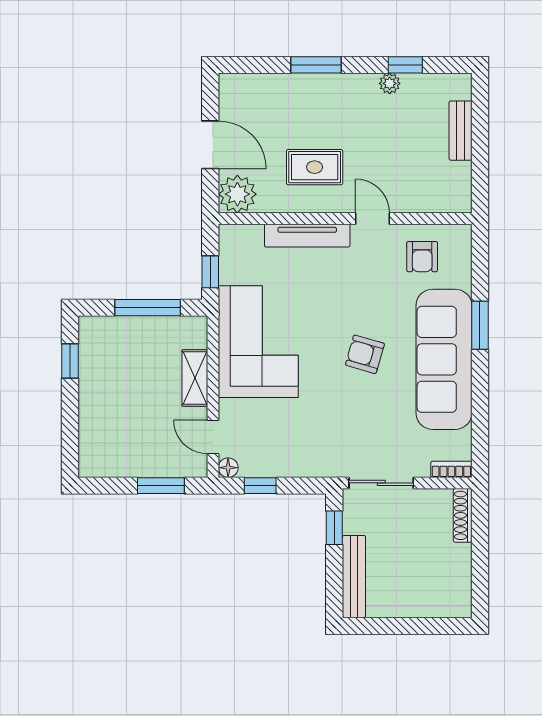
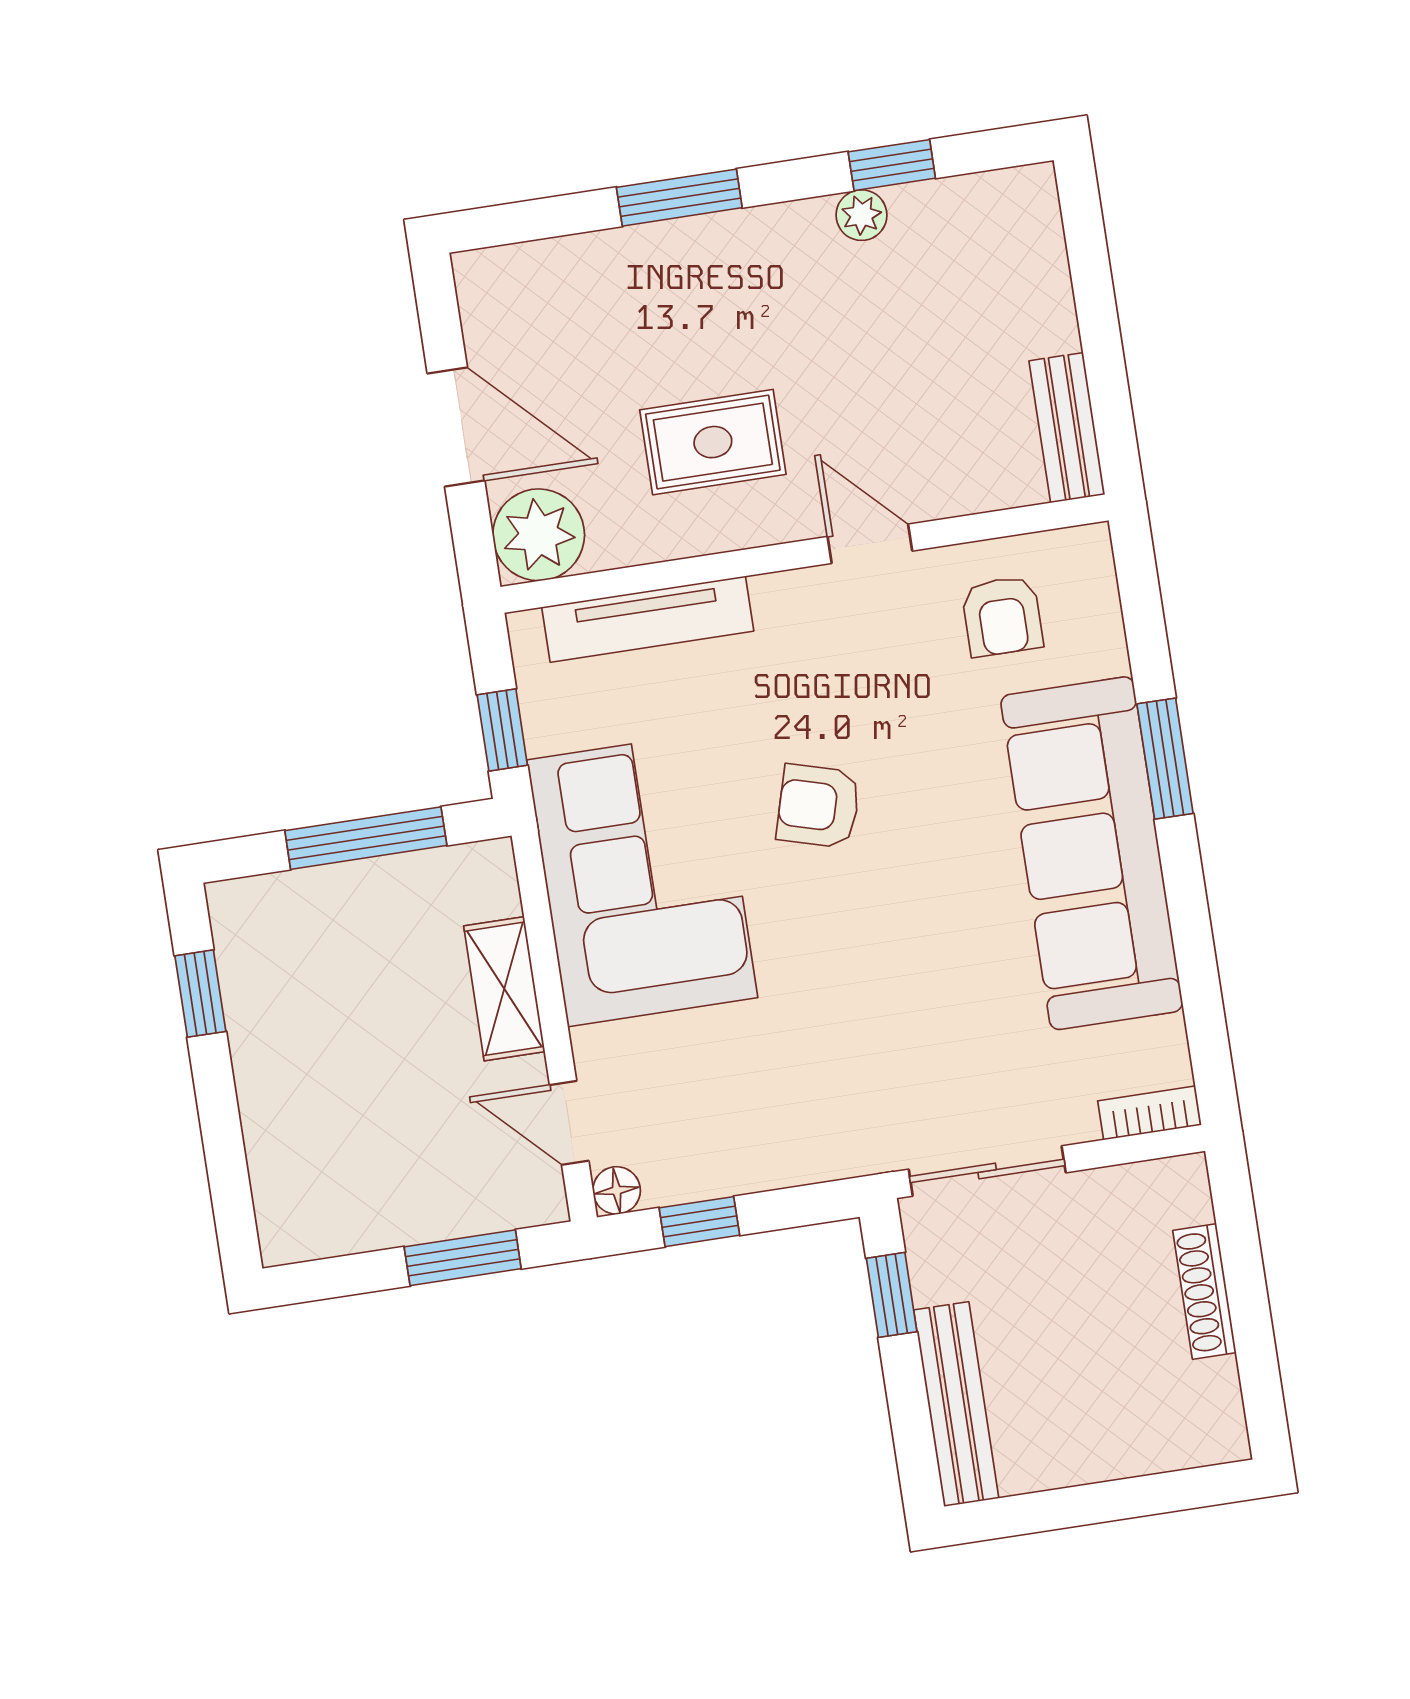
bench: (460, 131) -> (1067, 428), moved
tv unit: (307, 236) -> (648, 619), moved
armchair: (365, 354) -> (818, 806), moved
shoe rack: (463, 515) -> (1204, 1292), moved

